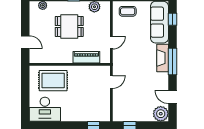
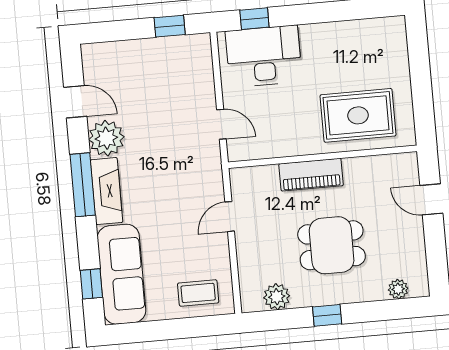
piano: (86, 57) -> (311, 175), moved
door: (111, 82) -> (221, 124), swing flipped
desk: (45, 109) -> (264, 56), moved
plant: (161, 114) -> (106, 138), moved

